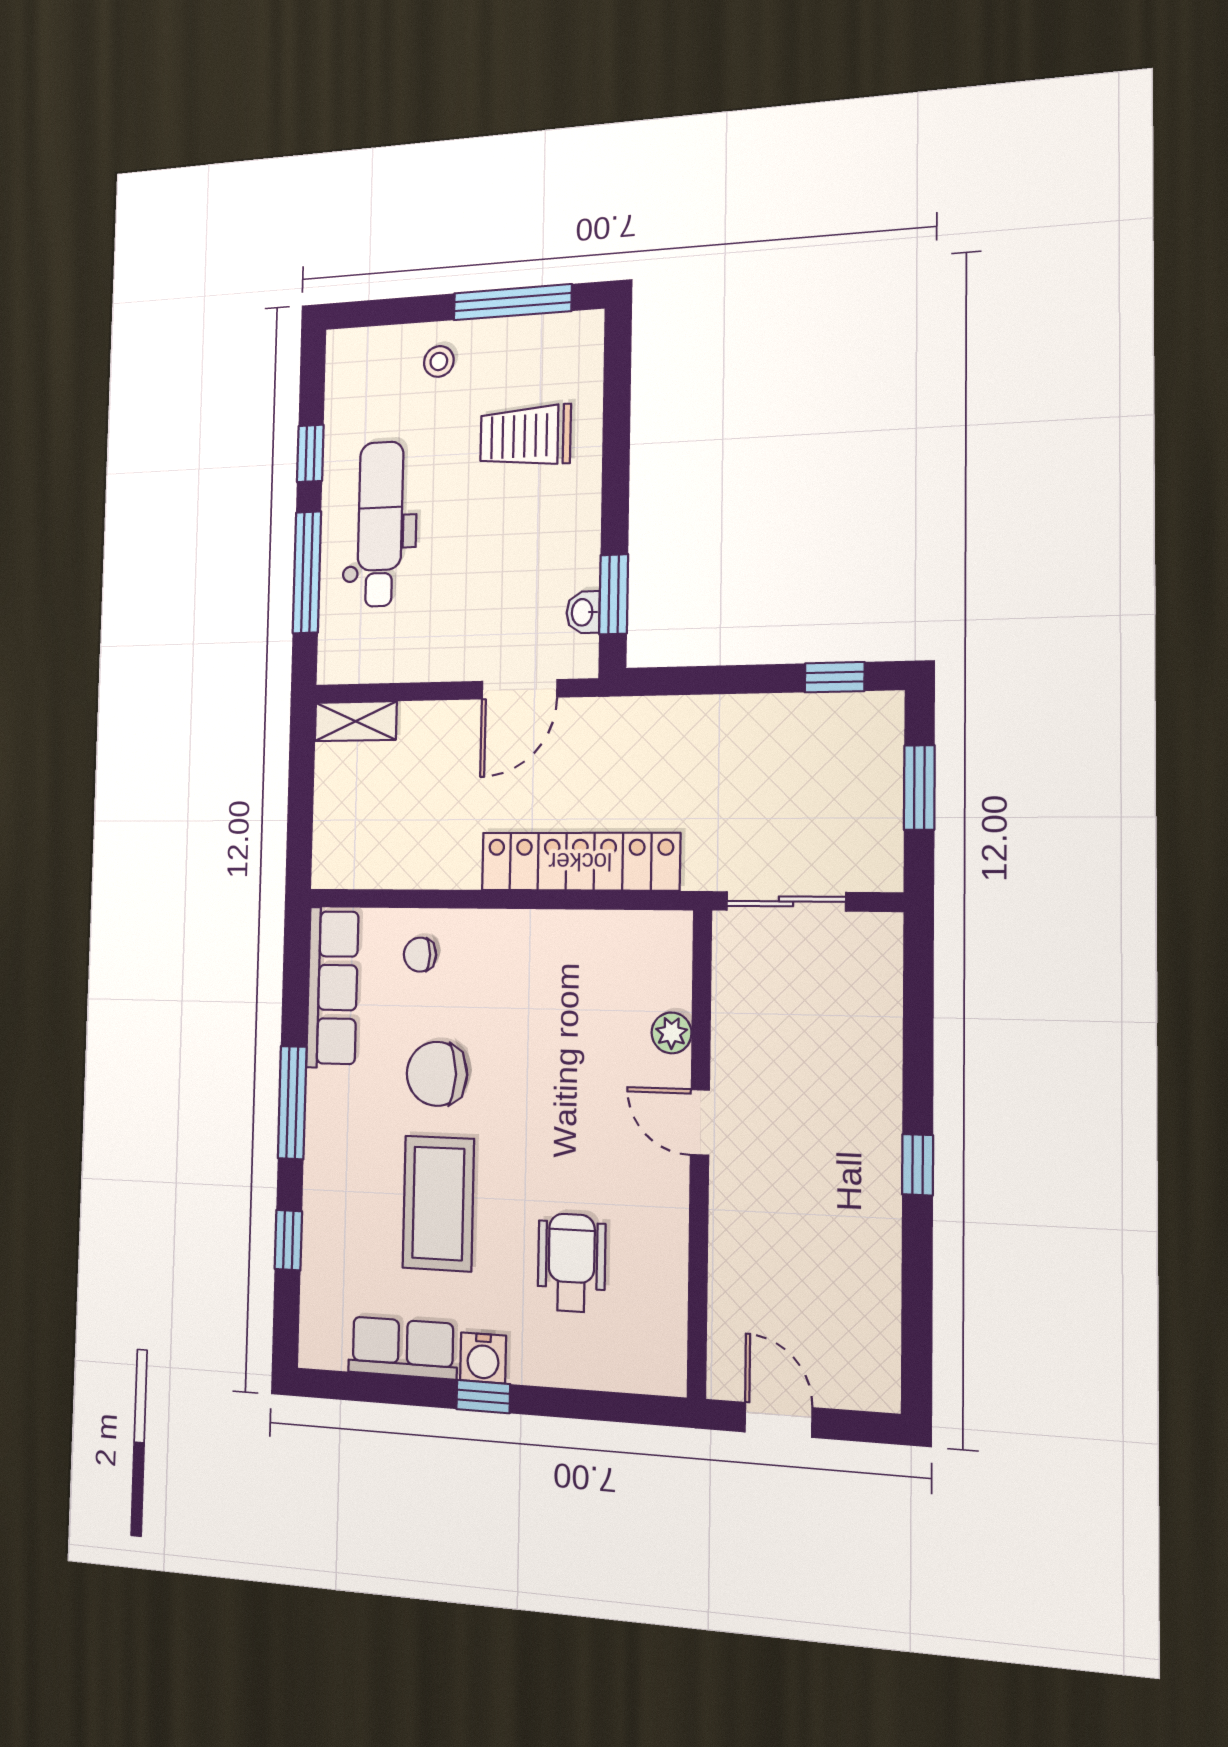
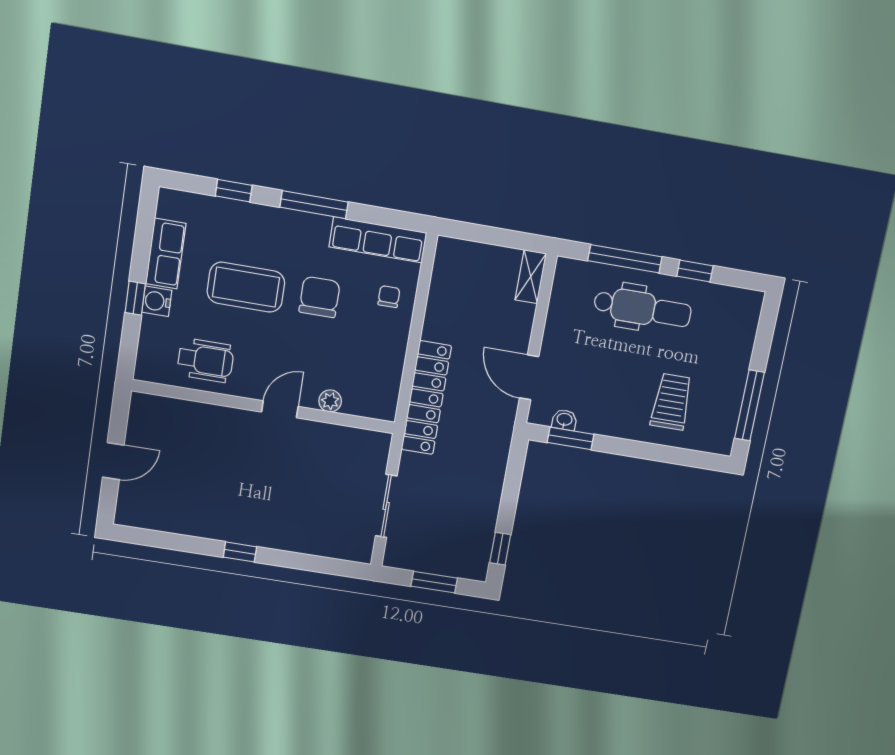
stool: (439, 361) -> (728, 357), removed
plant: (672, 1033) -> (330, 401), moved
door: (700, 1122) -> (280, 409), moved
wall: (700, 1152) -> (264, 407), moved

